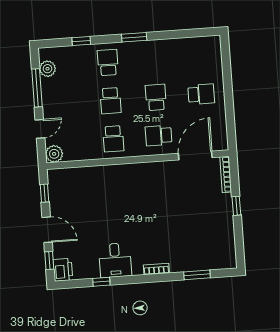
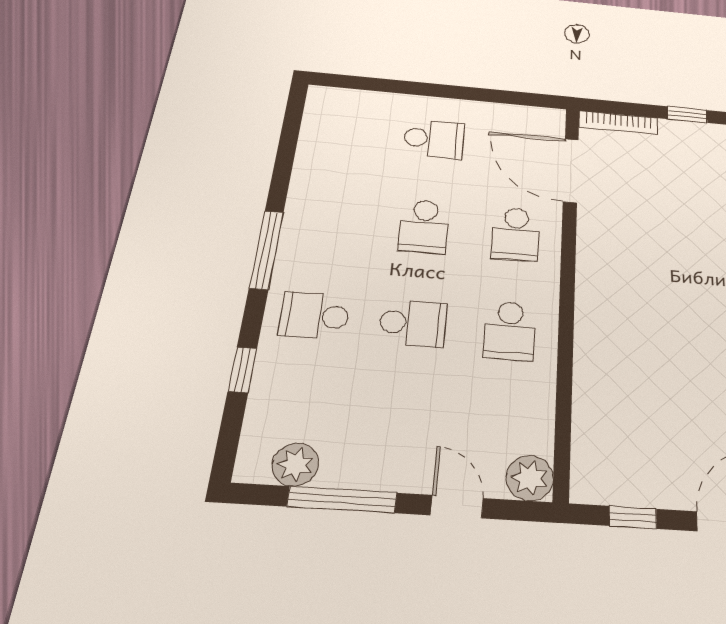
window: (134, 37) -> (267, 250), width x1.44
school desk: (201, 94) -> (434, 139), turned 90
school desk: (156, 97) -> (424, 226), turned -90
school desk: (113, 139) -> (510, 331), turned 90

